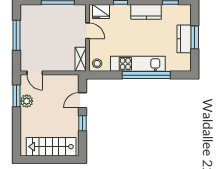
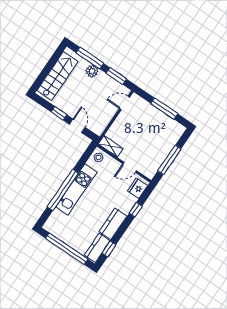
window: (195, 37) -> (67, 249), width x2.11
kitchen counter: (184, 39) -> (97, 248), moved, turned -90
plant: (27, 101) -> (92, 71), moved
window: (16, 129) -> (90, 58), added

